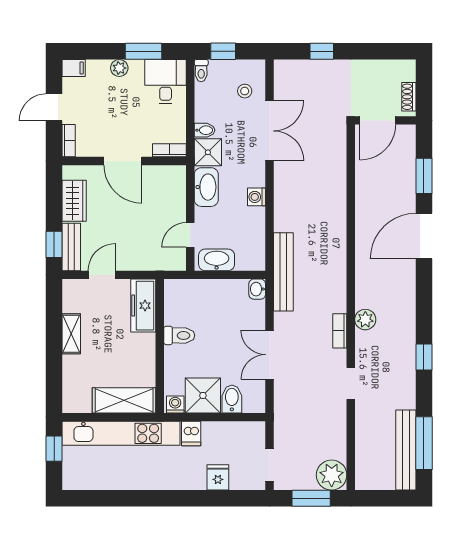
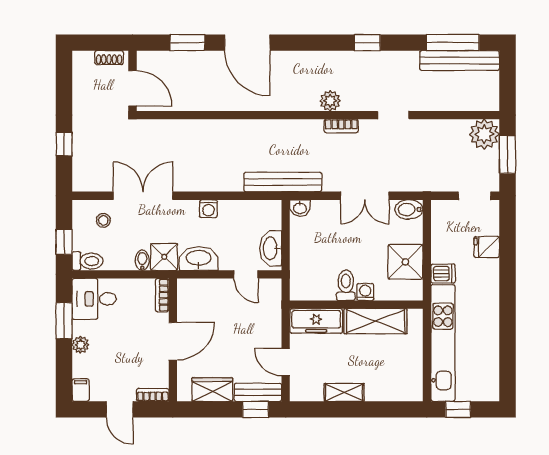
toilet: (201, 71) -> (87, 261), width x1.37, depth x1.39
bidet: (232, 399) -> (409, 209), moved
shelving: (124, 400) -> (376, 321), moved, turned 90
washing machine: (175, 404) -> (365, 292), moved, turned 90

